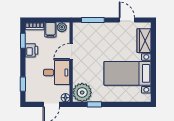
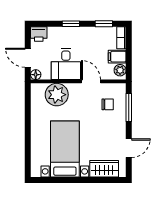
chair: (90, 38) -> (108, 104), added
printer: (31, 50) -> (39, 34), moved
window: (23, 84) -> (71, 24), moved
plant: (82, 92) -> (57, 95), moved
window: (94, 104) -> (28, 109), removed

